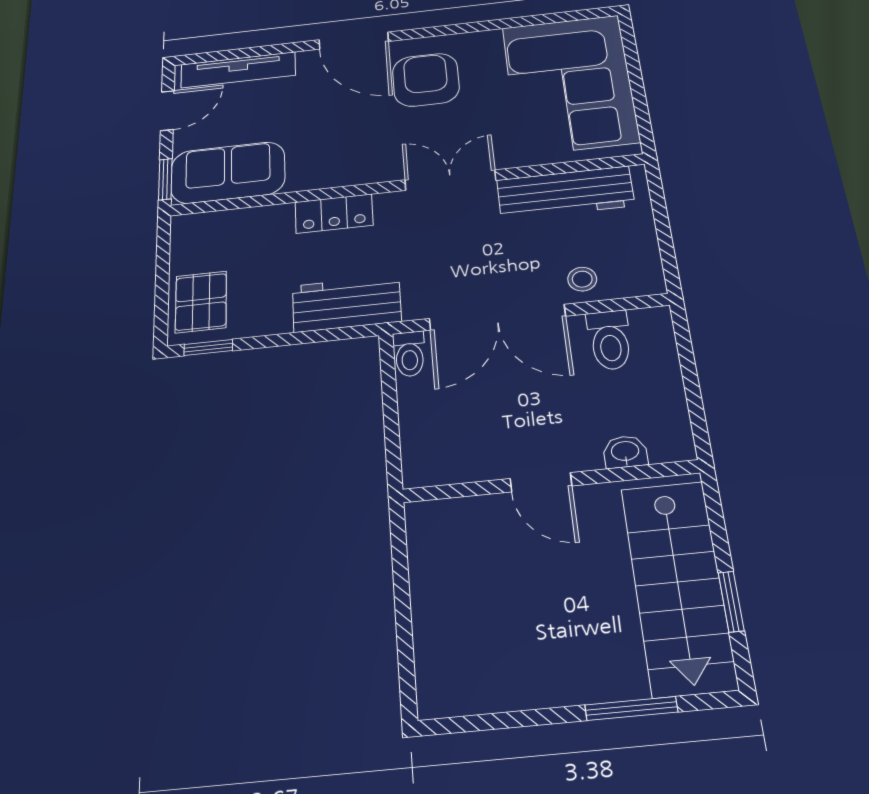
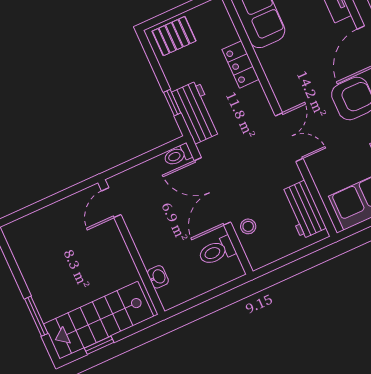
workbench: (565, 193) -> (303, 210), width x0.73
locker: (334, 214) -> (241, 64), moved
window: (208, 348) -> (172, 103), moved
door: (541, 482) -> (111, 203), moved

